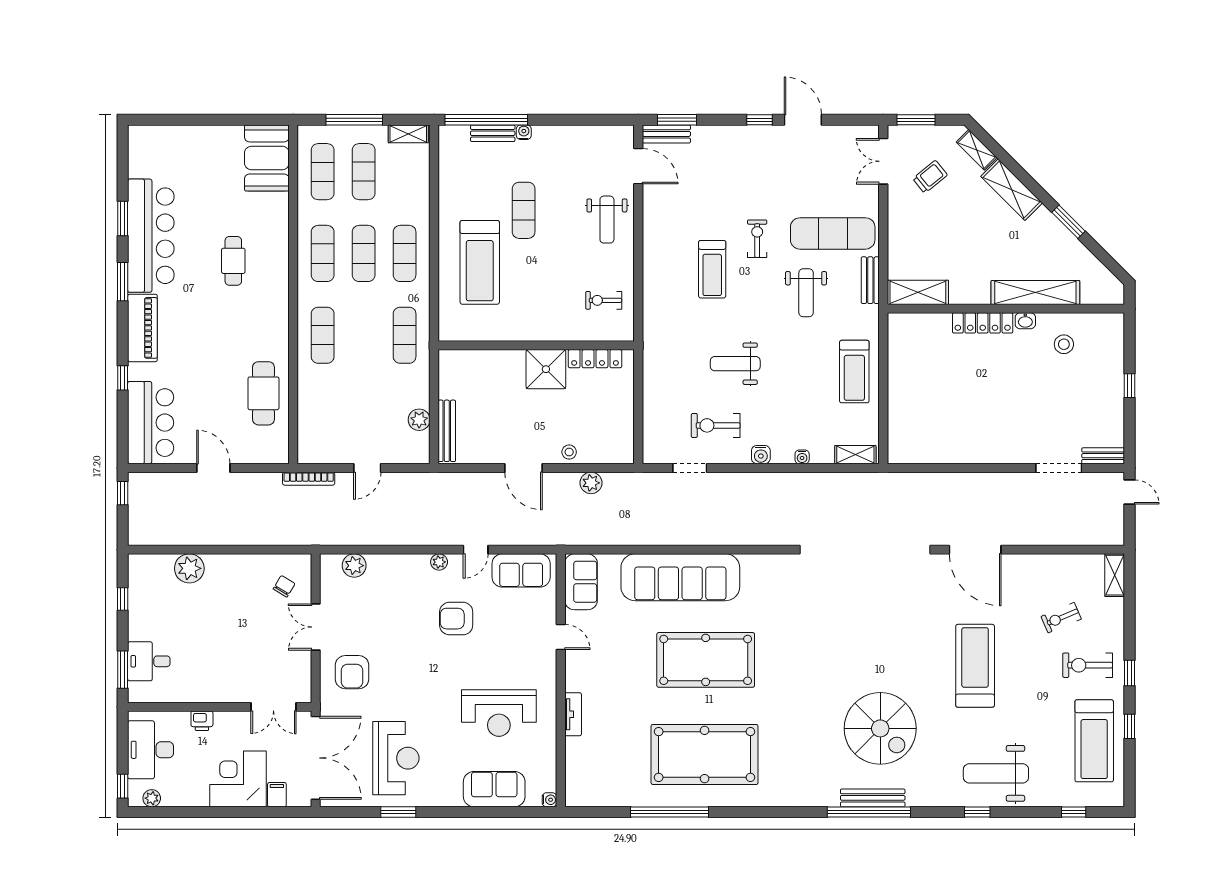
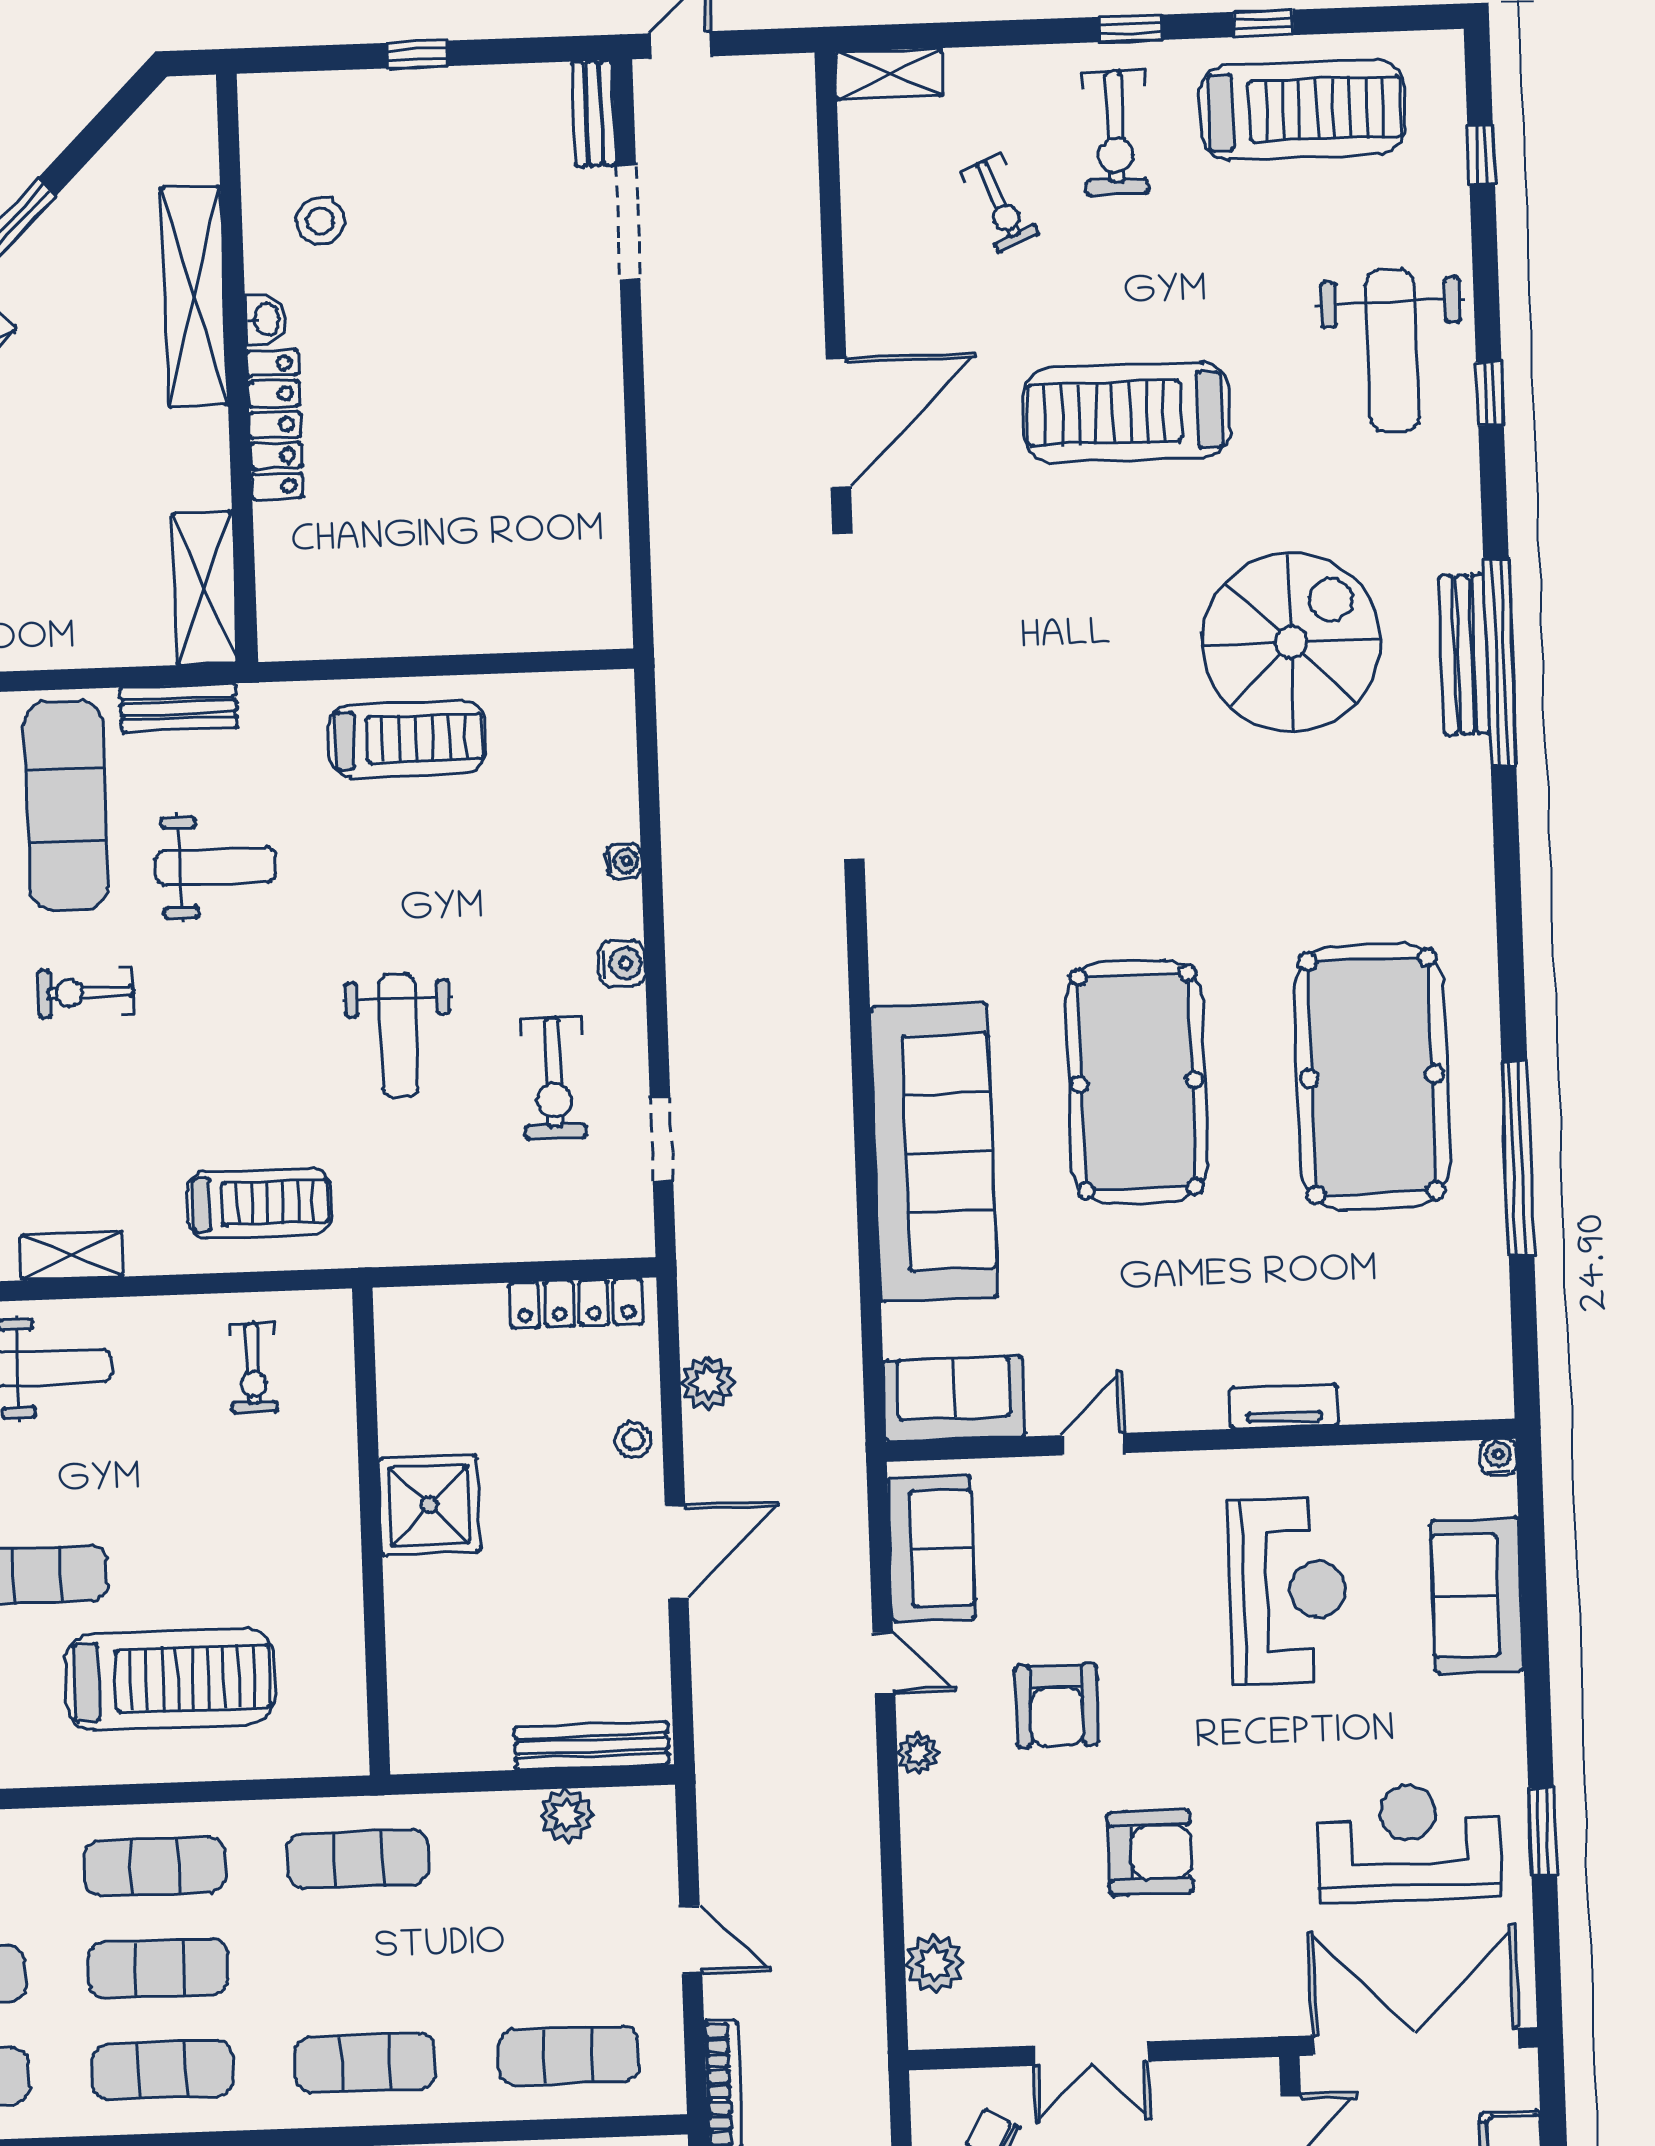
treadmill: (712, 269) -> (259, 1203), moved
locker: (595, 359) -> (577, 1303), moved, turned 90
exercise mat: (323, 417) -> (569, 2055), added
shelving: (855, 455) -> (71, 1256), moved, turned 90
armchair: (352, 672) -> (1150, 1852), moved

